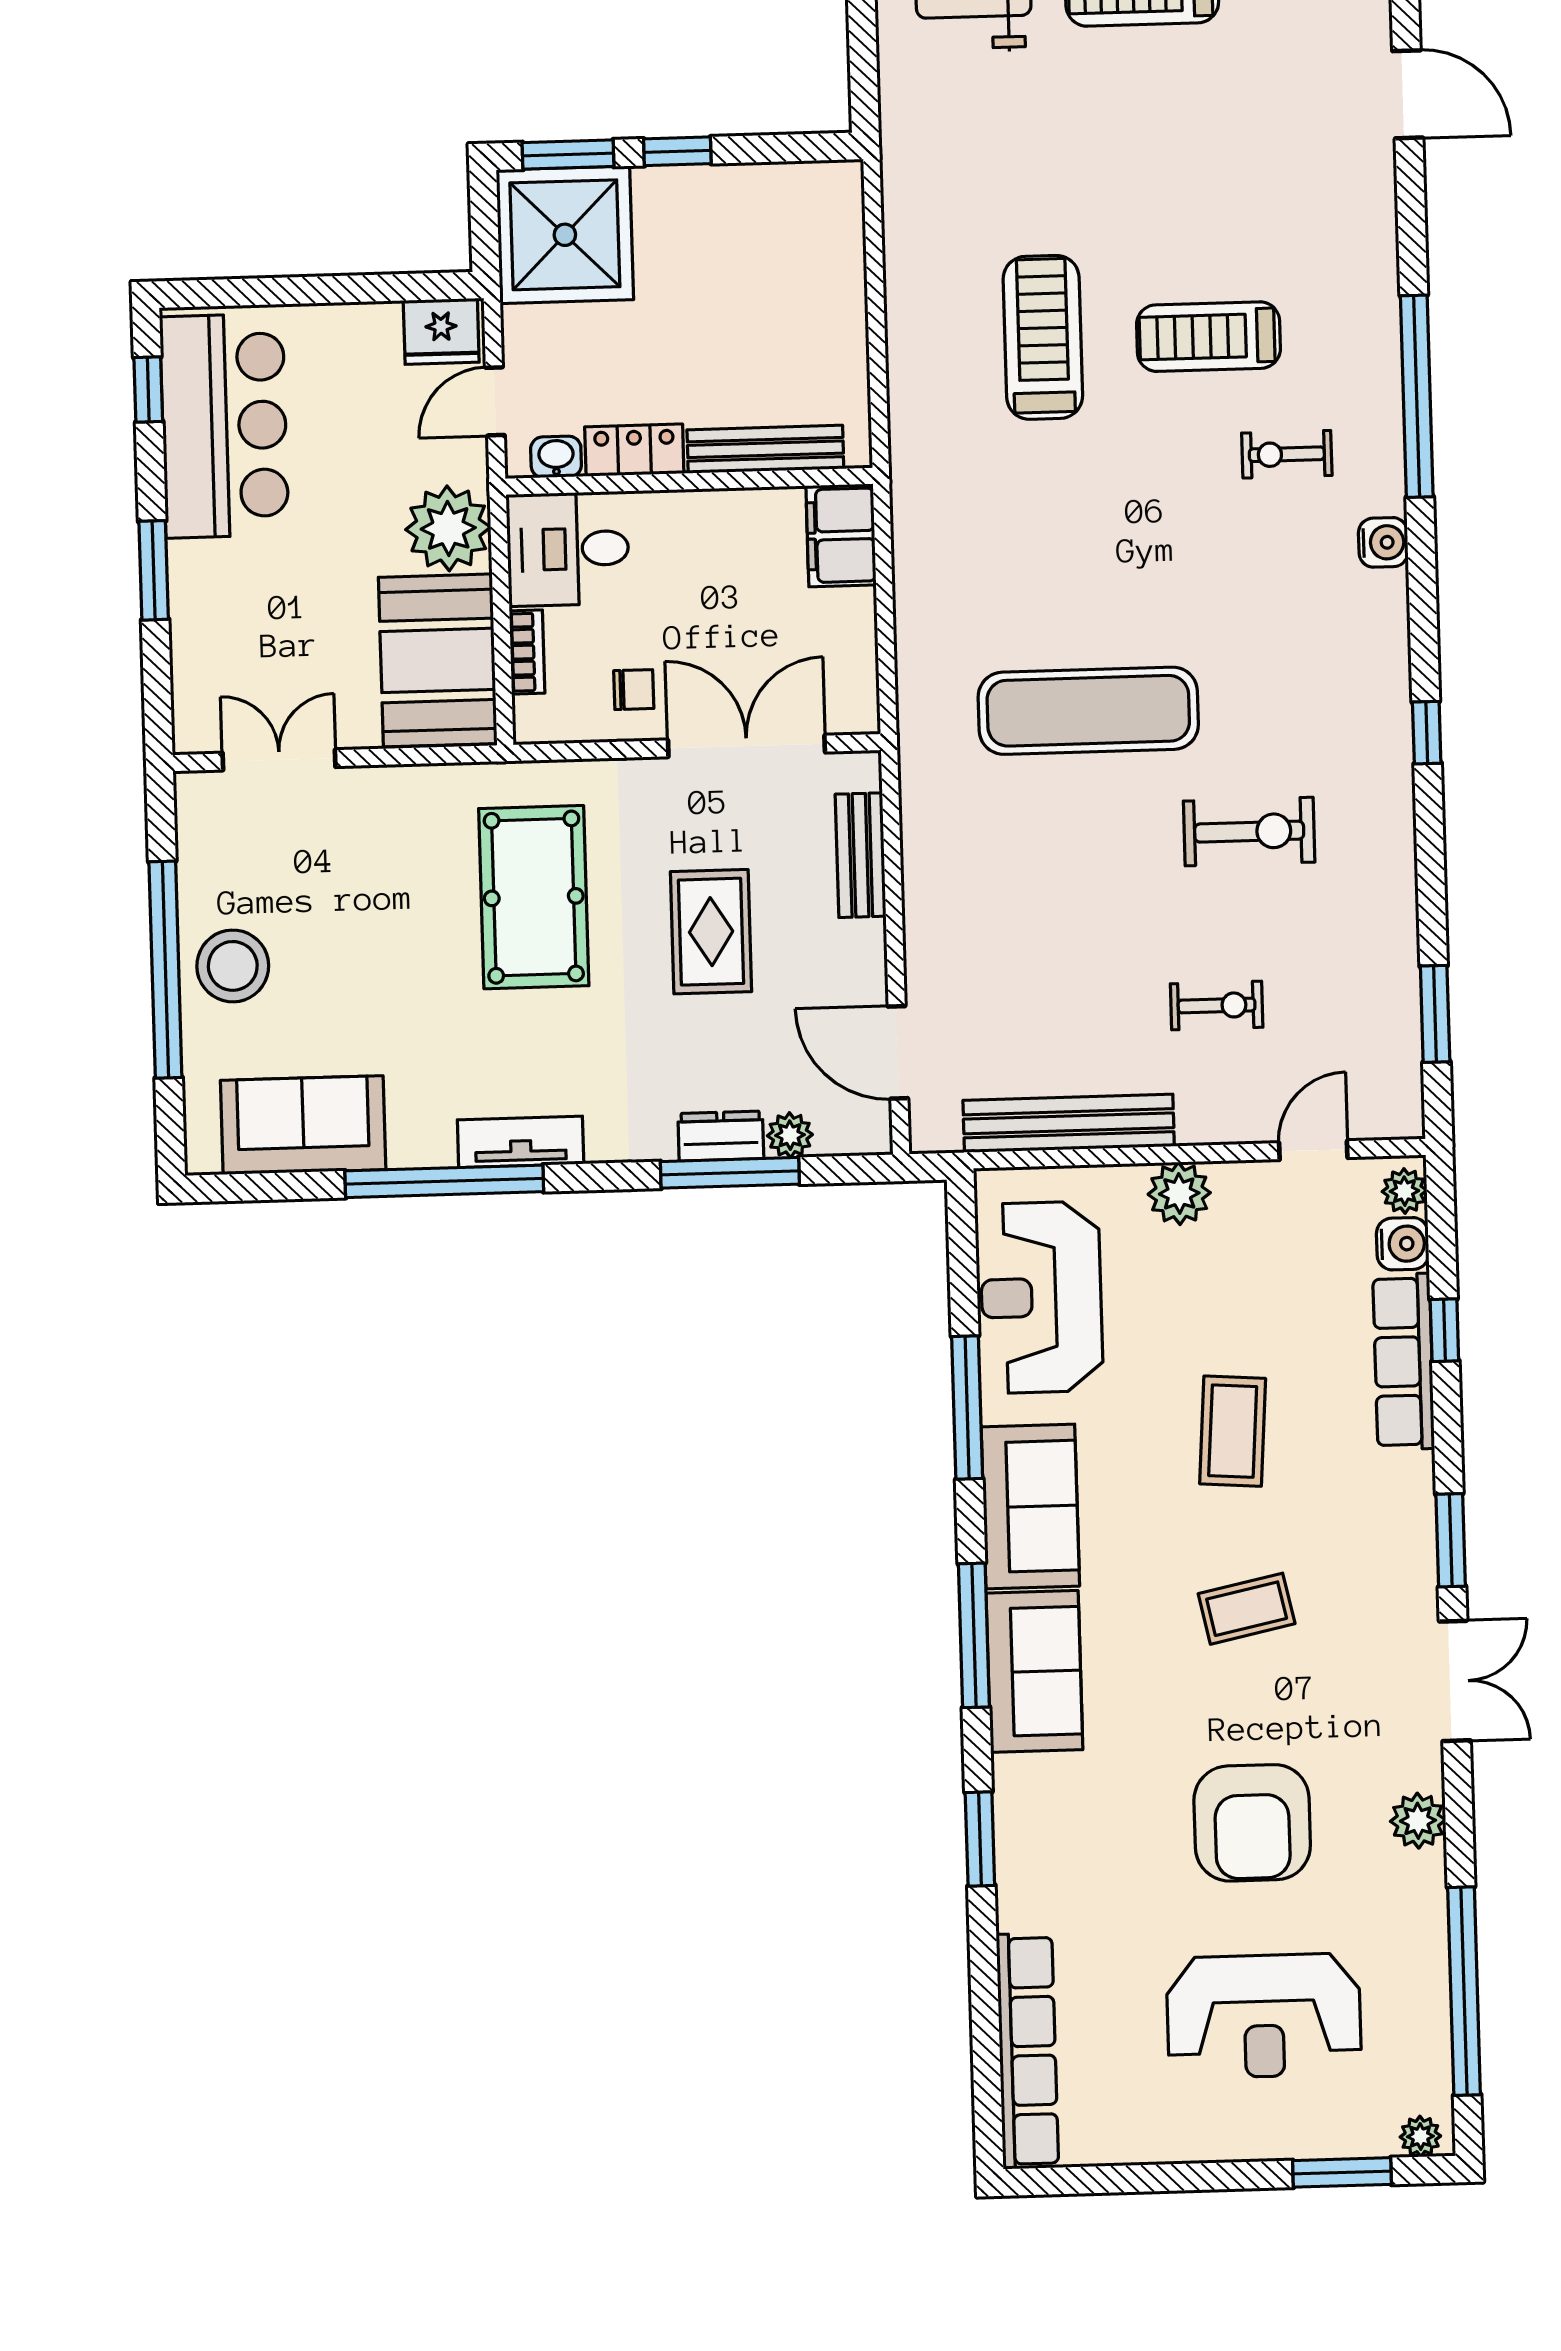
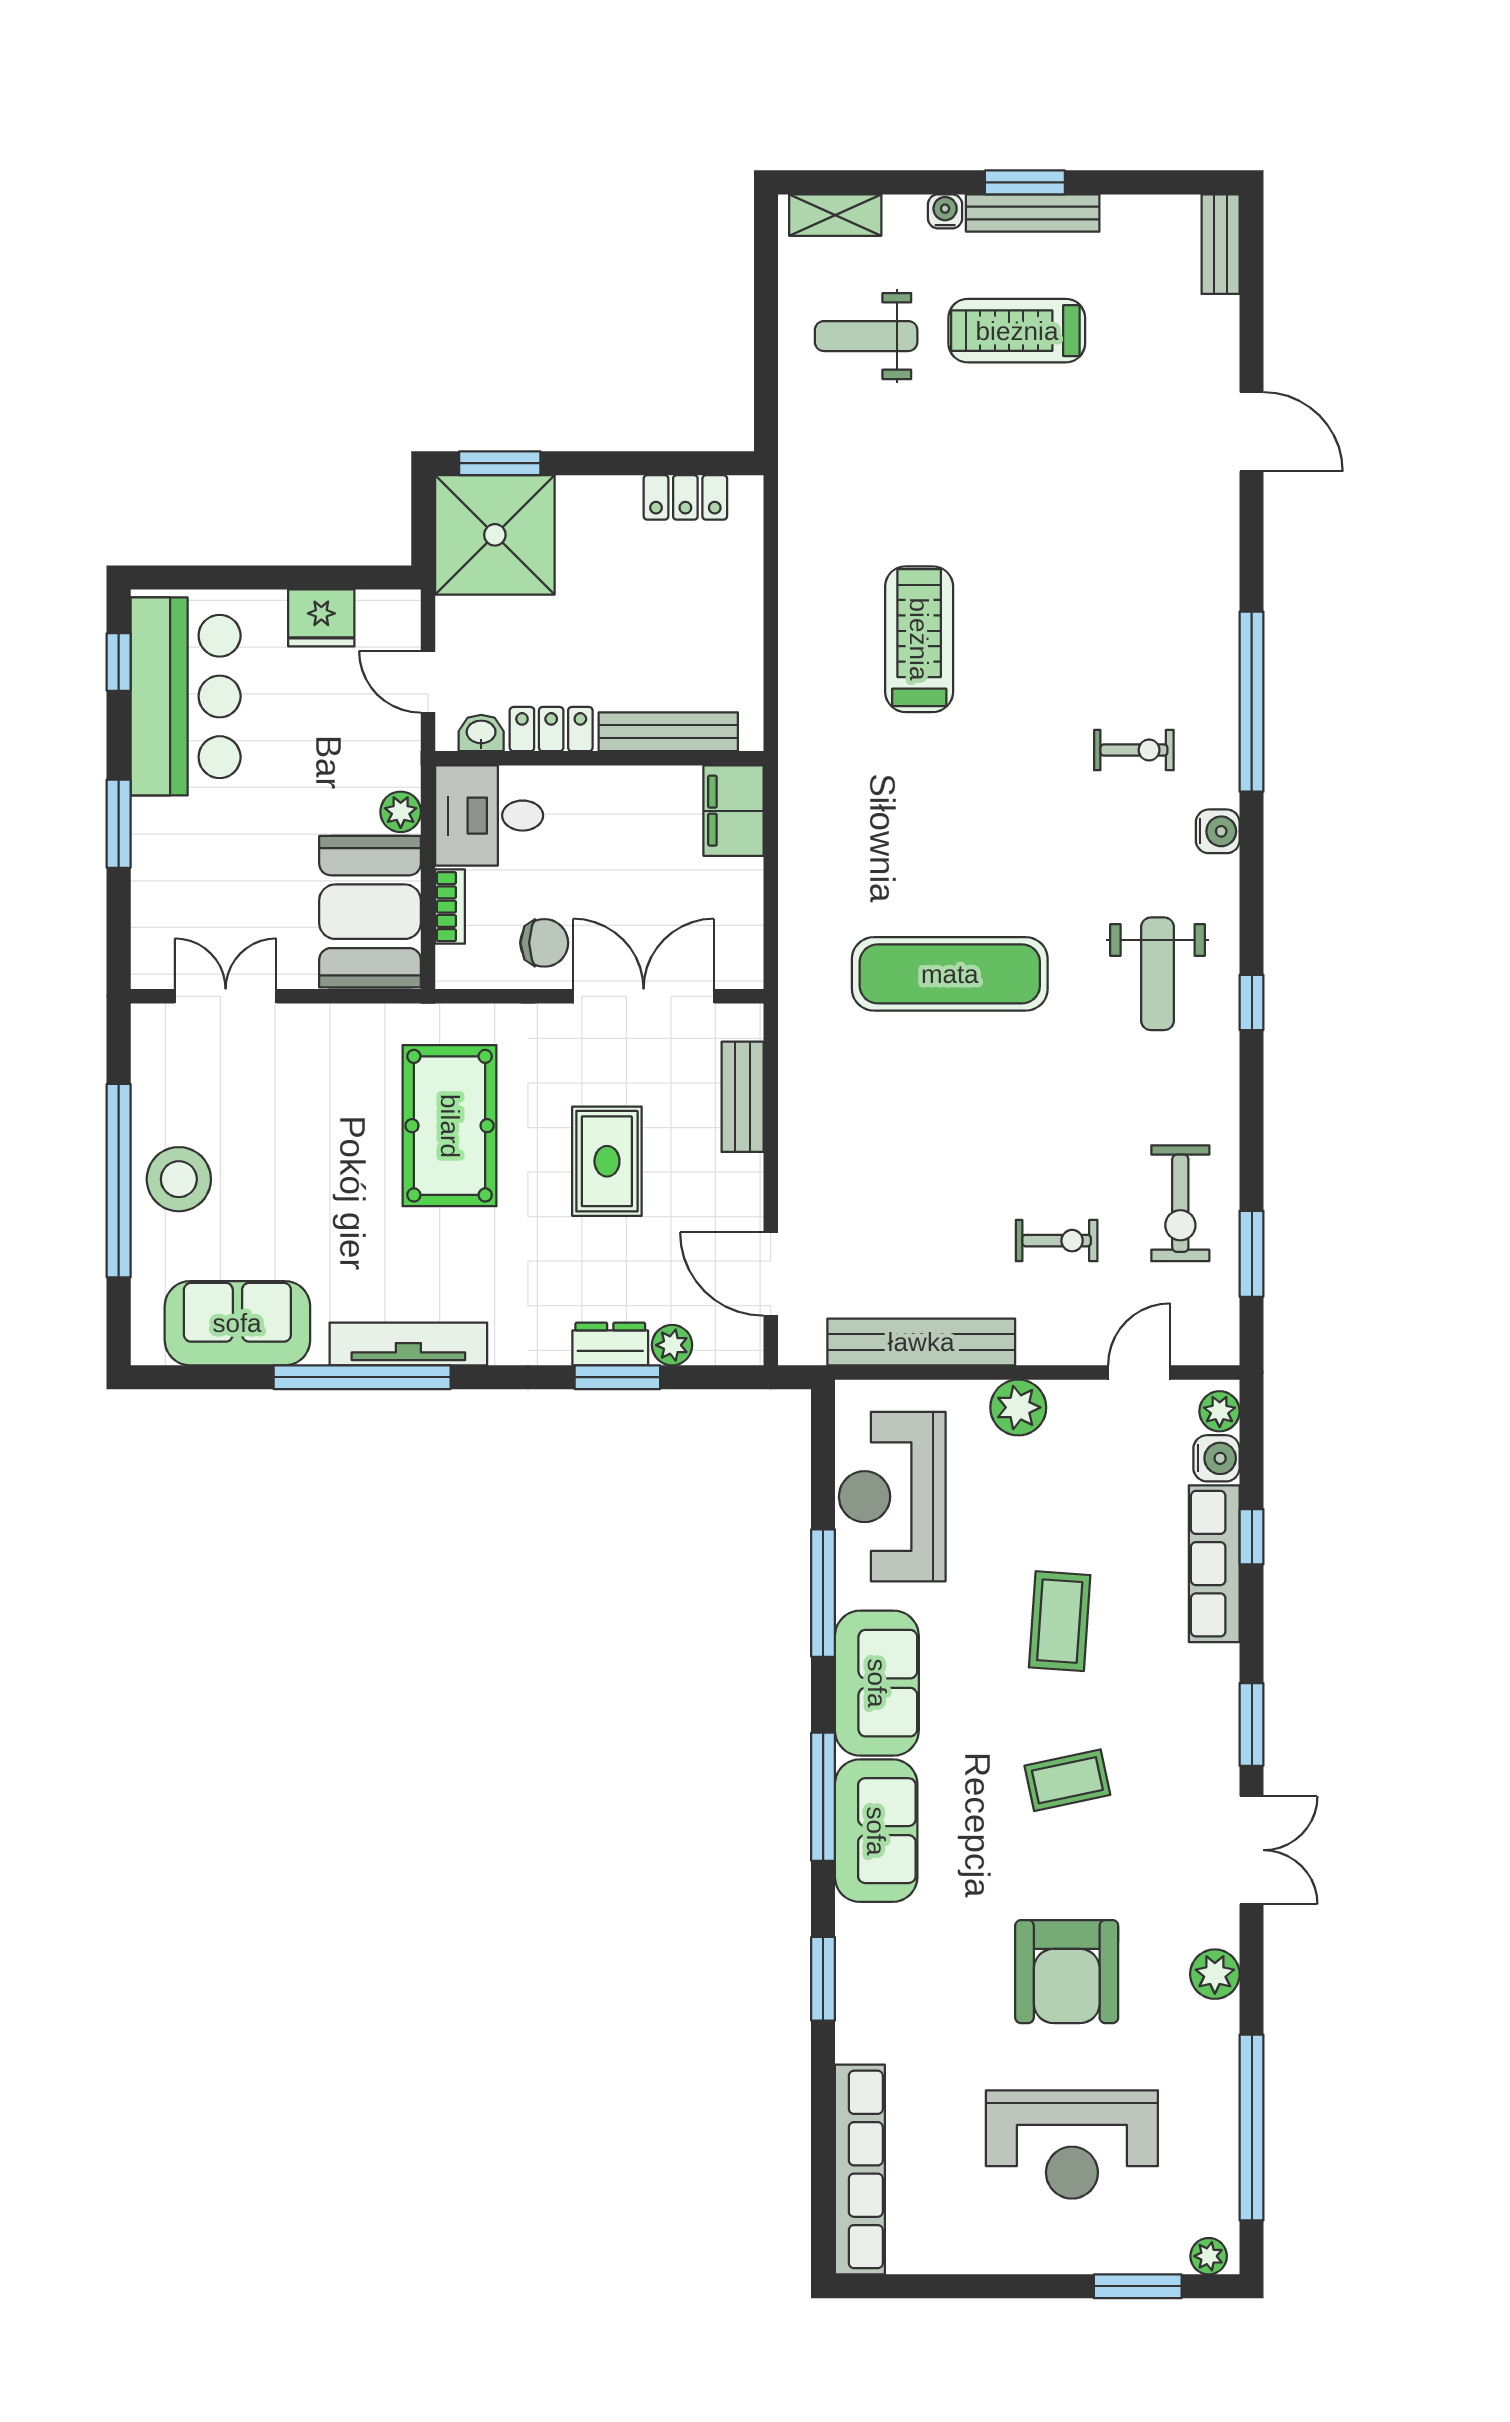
window: (677, 151) -> (598, 463), removed
locker: (777, 187) -> (685, 497), added
fridge: (441, 331) -> (321, 618), moved
treadmill: (1208, 337) -> (1067, 643), removed
door: (495, 401) -> (428, 682), hinge flipped
exercise bike: (1287, 454) -> (1134, 750), turned 180
plant: (448, 528) -> (401, 812), width x0.53, depth x0.53
chair: (634, 690) -> (544, 943), width x1.37, depth x1.37
weight bench: (1321, 704) -> (1158, 974), added
exercise bike: (1249, 832) -> (1180, 1203), moved, turned 90
tv unit: (521, 1142) -> (408, 1344), width x1.41
window: (730, 1173) -> (617, 1377), width x0.69

